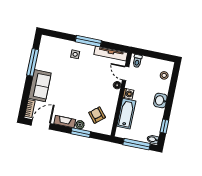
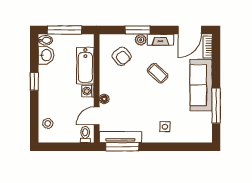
window: (88, 41) -> (122, 147), moved
door: (126, 73) -> (97, 116), swing flipped
sofa: (40, 86) -> (201, 85), width x1.36
coffee table: (72, 96) -> (158, 73), added
washbasin: (160, 100) -> (46, 55), moved
window: (164, 126) -> (34, 82), moved

